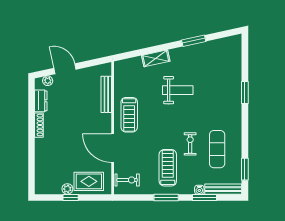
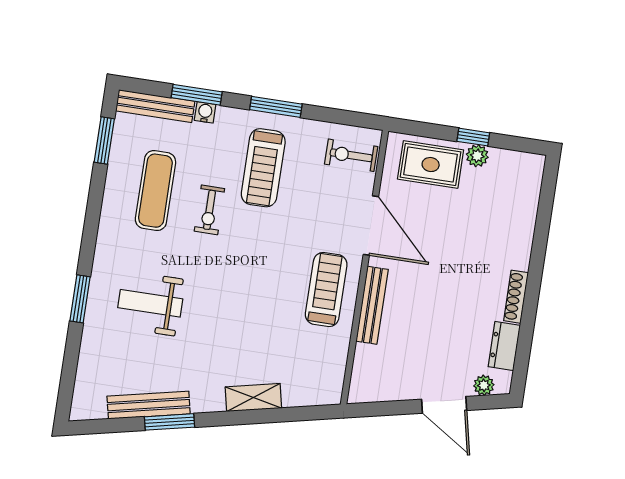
bench: (205, 47) -> (149, 405), added
weight bench: (178, 90) -> (150, 303), moved
bench: (106, 94) -> (372, 305), moved

